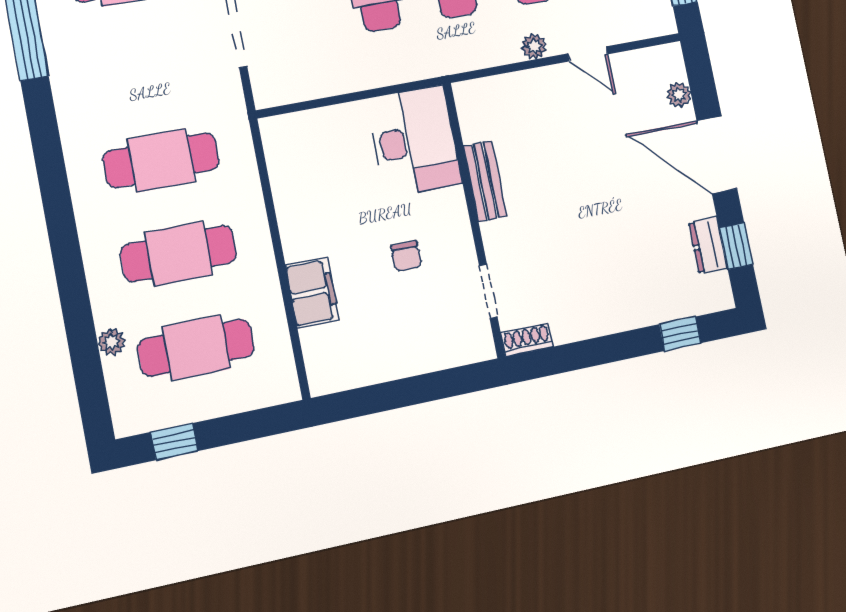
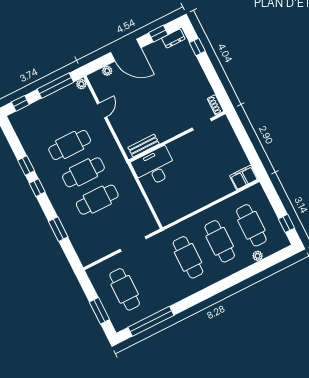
plant: (534, 46) -> (81, 84), moved
door: (717, 155) -> (126, 50), hinge flipped
bench: (485, 181) -> (144, 146), moved
dresser: (708, 245) -> (173, 38), moved
chair: (406, 256) -> (197, 158), removed
filing cabinet: (312, 293) -> (244, 177), moved

